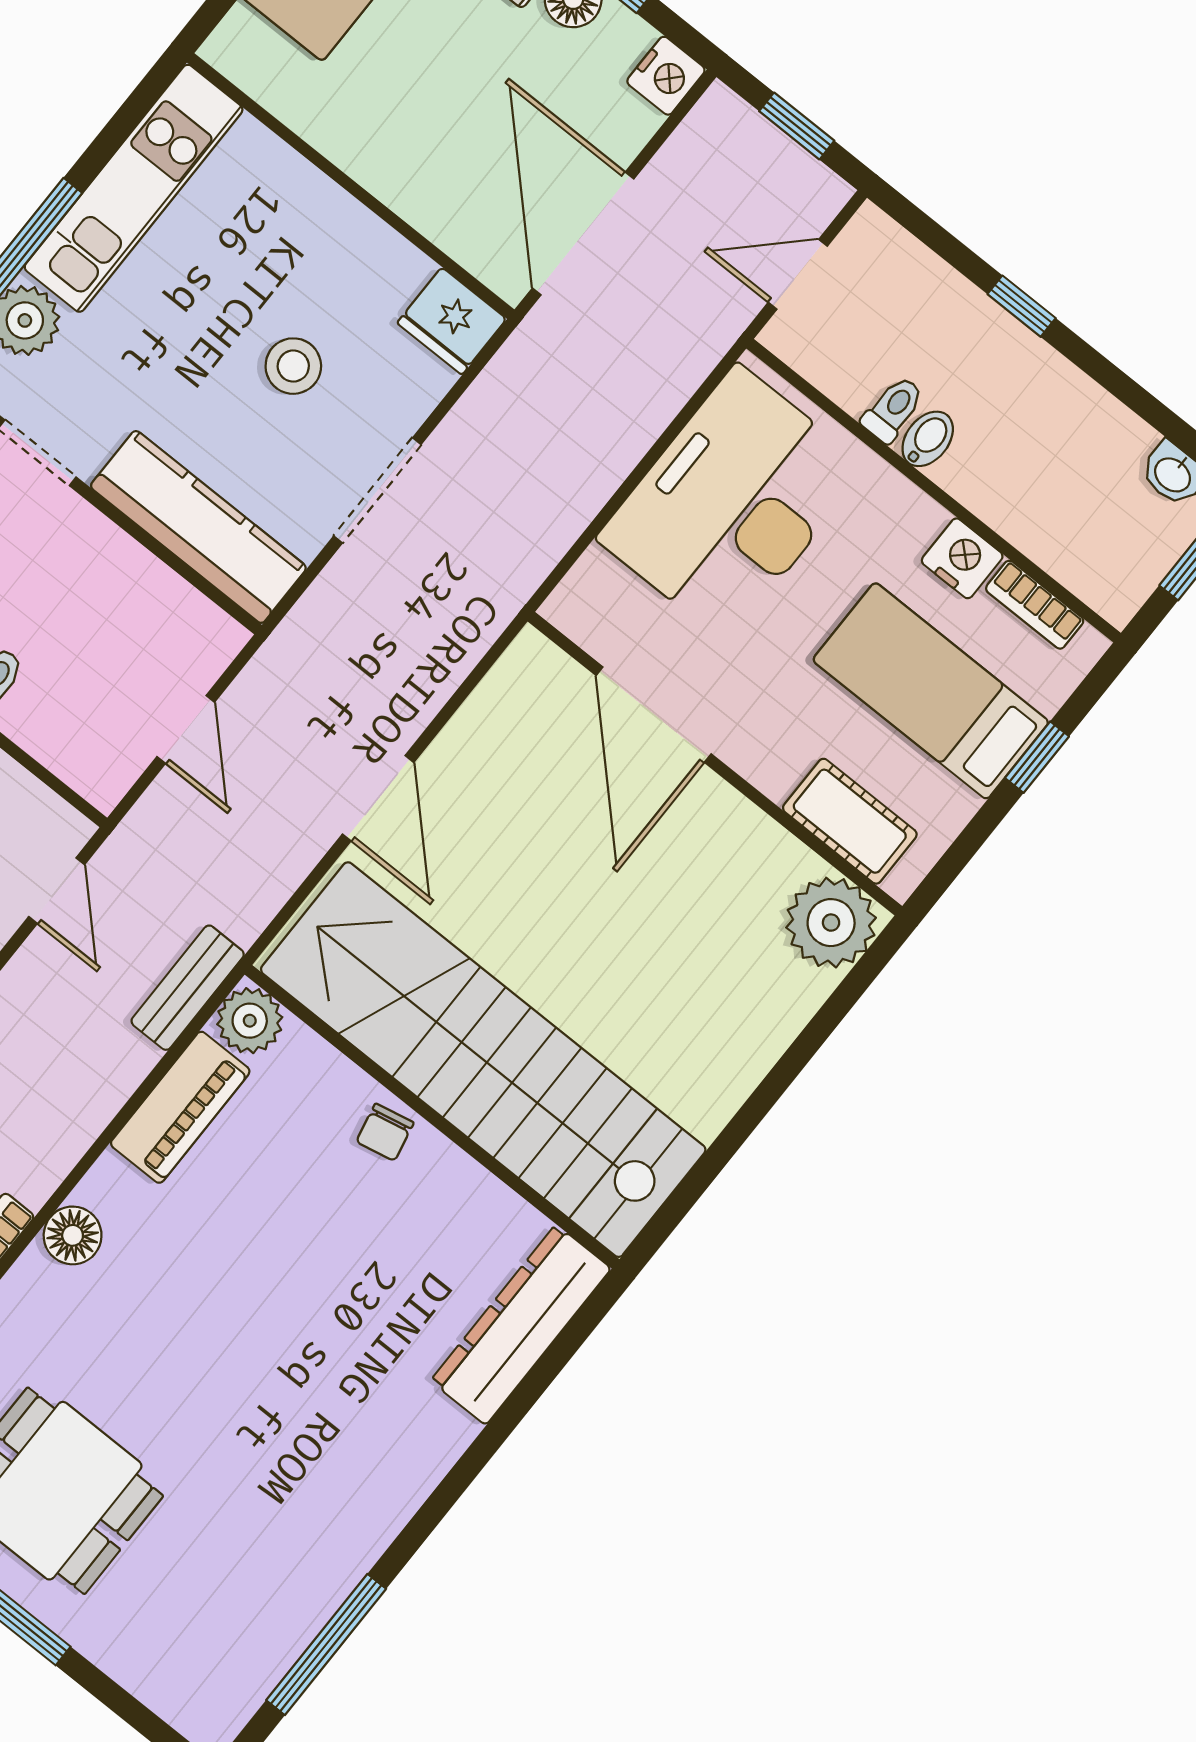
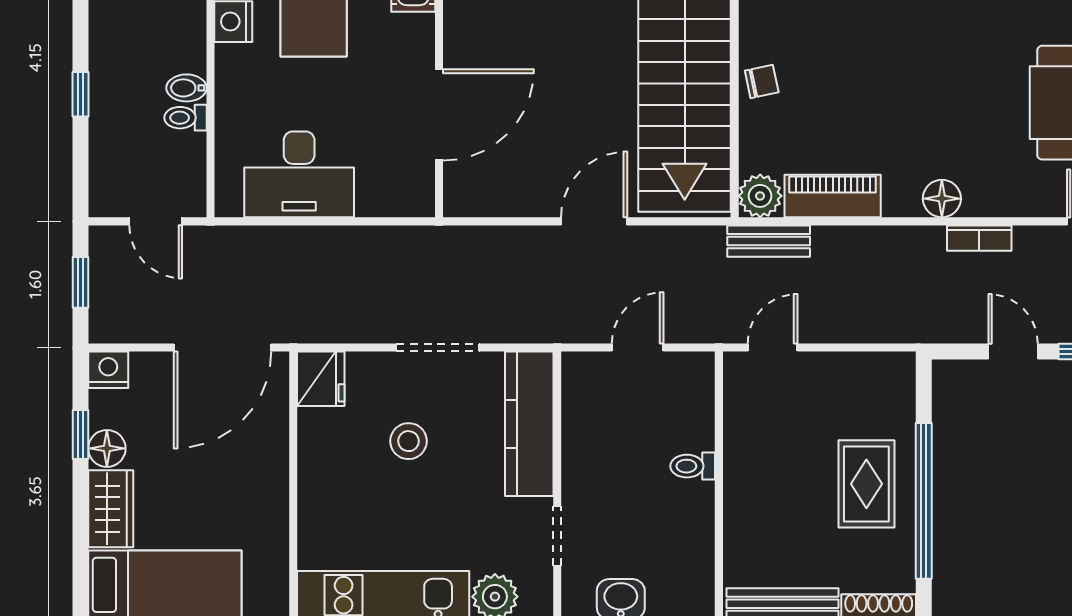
desk: (732, 503) -> (299, 174), width x0.73, depth x0.77

